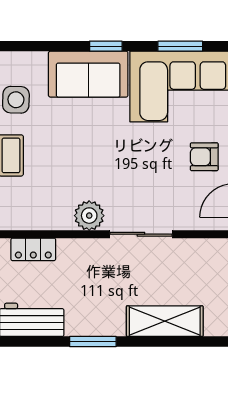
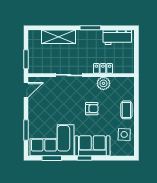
armchair: (204, 157) -> (92, 109), moved
plant: (89, 216) -> (103, 83), moved
locker: (33, 249) -> (103, 68), moved

